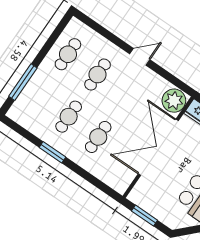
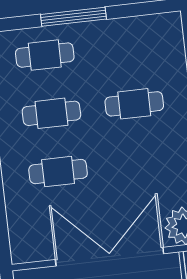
cafe table: (68, 54) -> (45, 55), moved
window: (23, 82) -> (73, 17), moved

